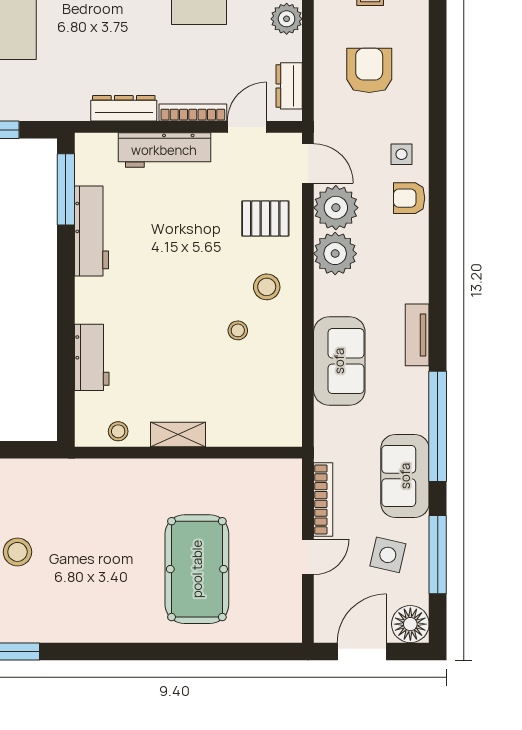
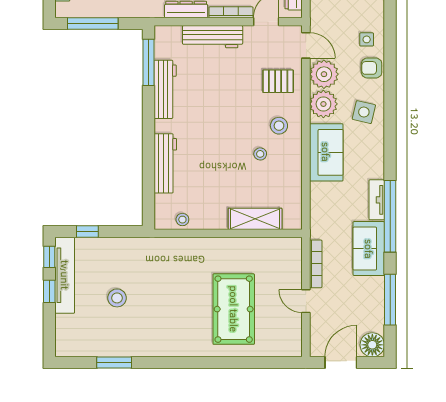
tv unit: (417, 335) -> (377, 200), moved
workbench: (92, 357) -> (165, 163), width x1.38
sofa: (339, 361) -> (326, 152), moved
shelving: (178, 434) -> (255, 219), moved, width x1.50, depth x1.33
side table: (388, 555) -> (364, 112), moved
door: (308, 557) -> (306, 301), swing flipped

